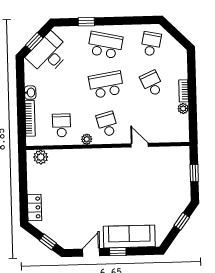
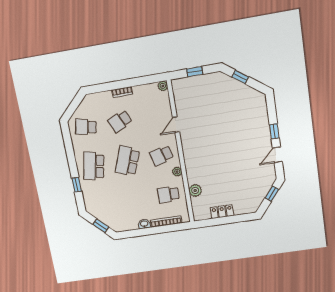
desk: (48, 54) -> (109, 213), removed
school desk: (106, 85) -> (127, 161), turned 30
plant: (183, 108) -> (163, 86), moved
plant: (41, 157) -> (195, 190), moved
locker: (34, 207) -> (222, 212), moved
sofa: (129, 236) -> (259, 123), removed
door: (91, 252) -> (277, 155), hinge flipped

